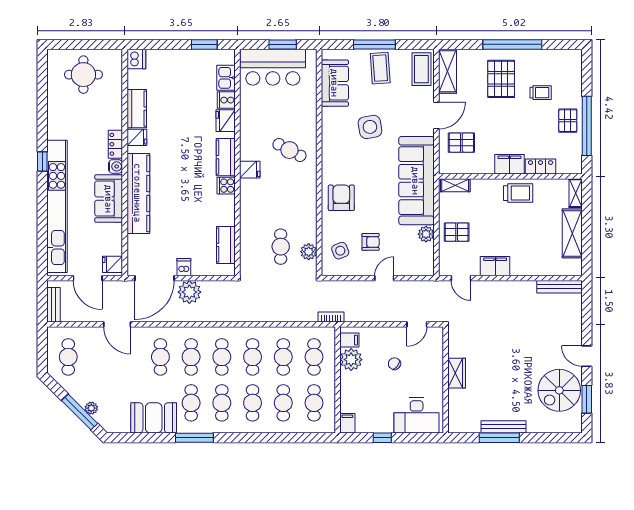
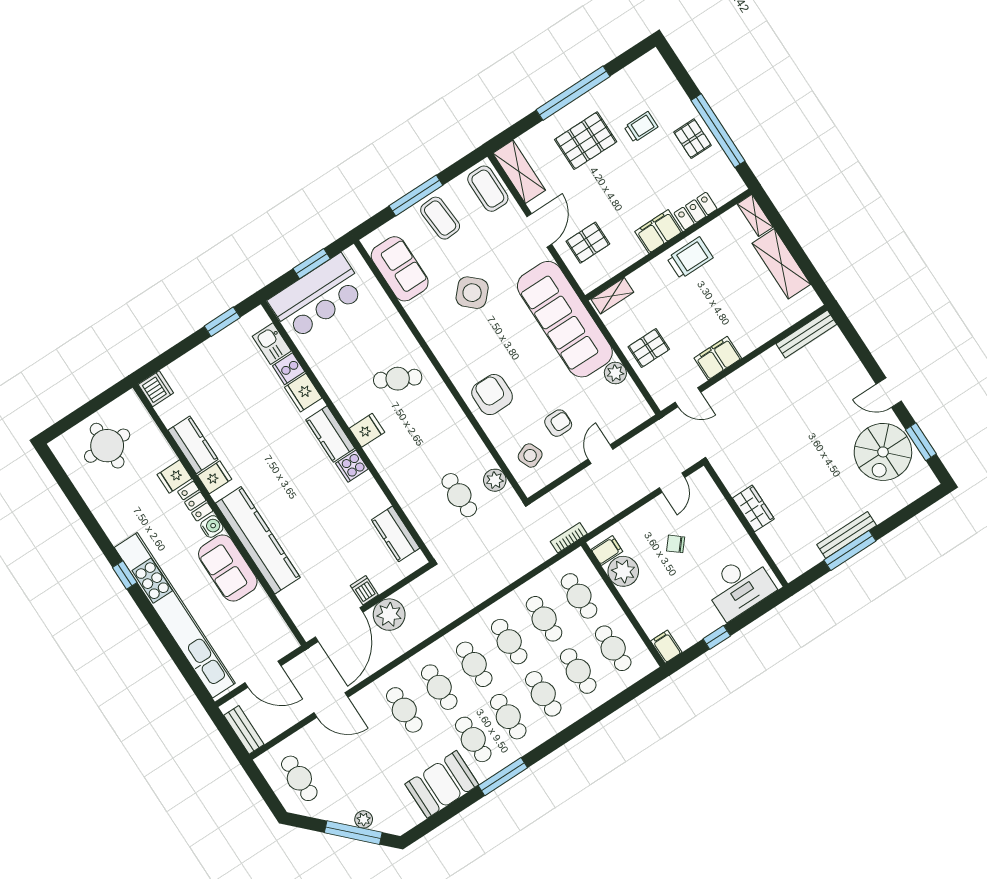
pallet: (501, 79) -> (586, 141), turned 90
side table: (370, 127) -> (472, 293), turned -37
fridge: (113, 264) -> (174, 477), moved

